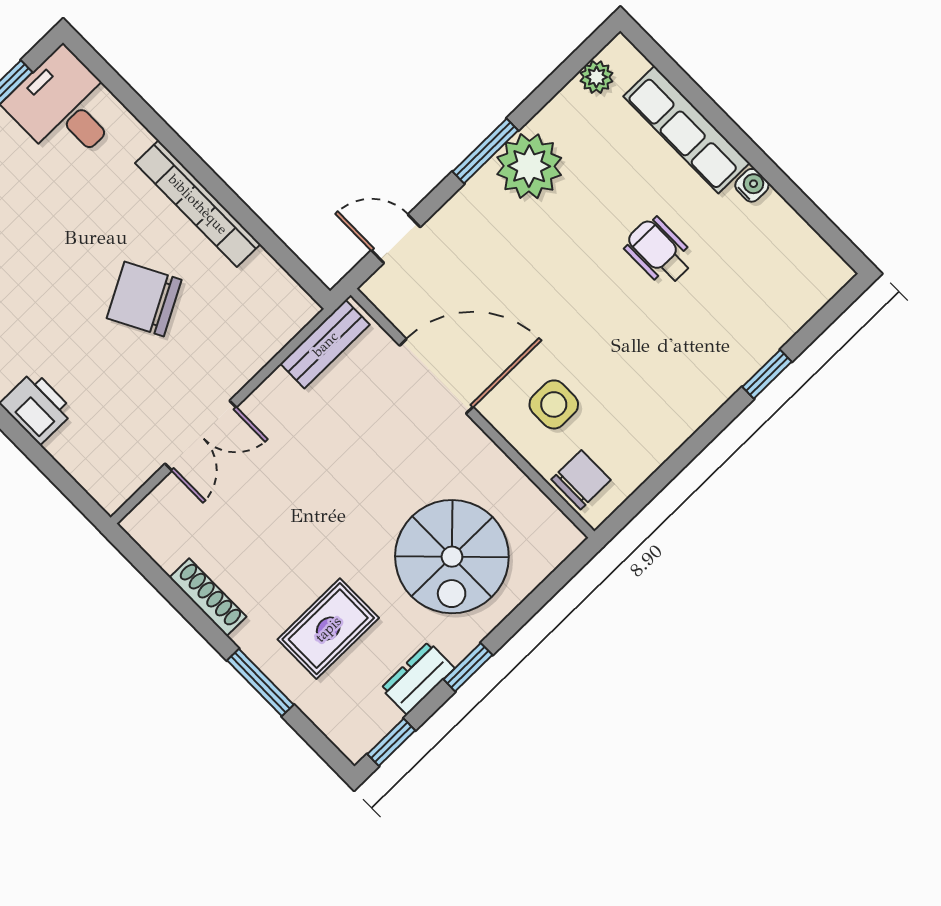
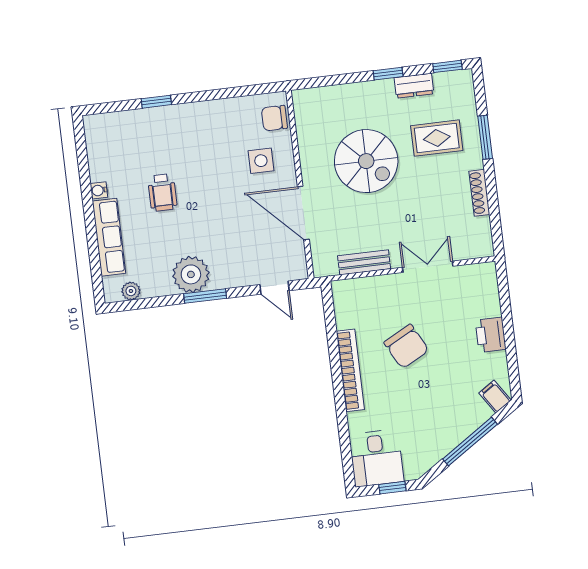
bench: (325, 344) -> (364, 262), moved
spiral stairs: (452, 557) -> (366, 161), moved, turned 90

